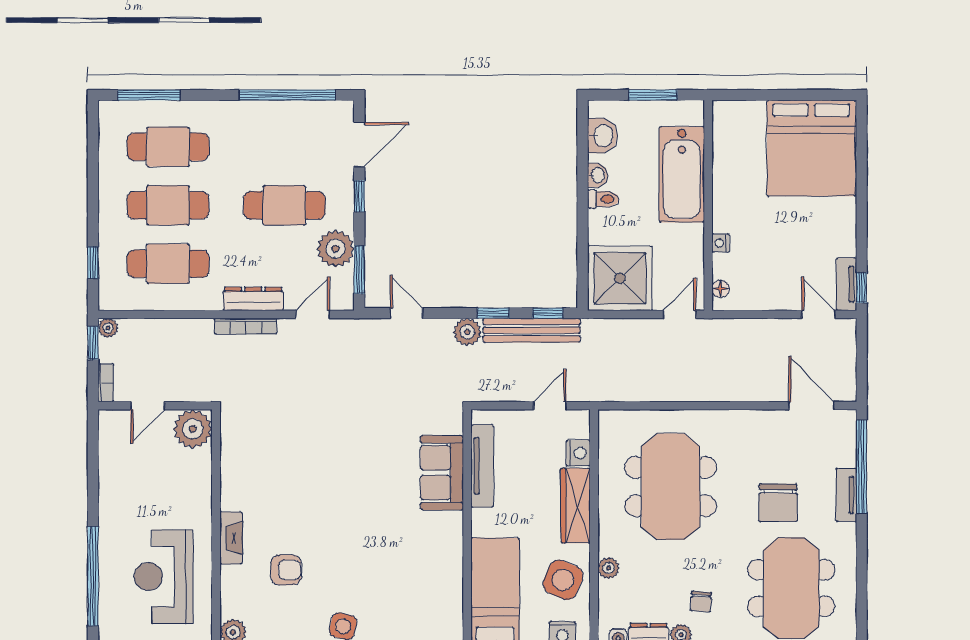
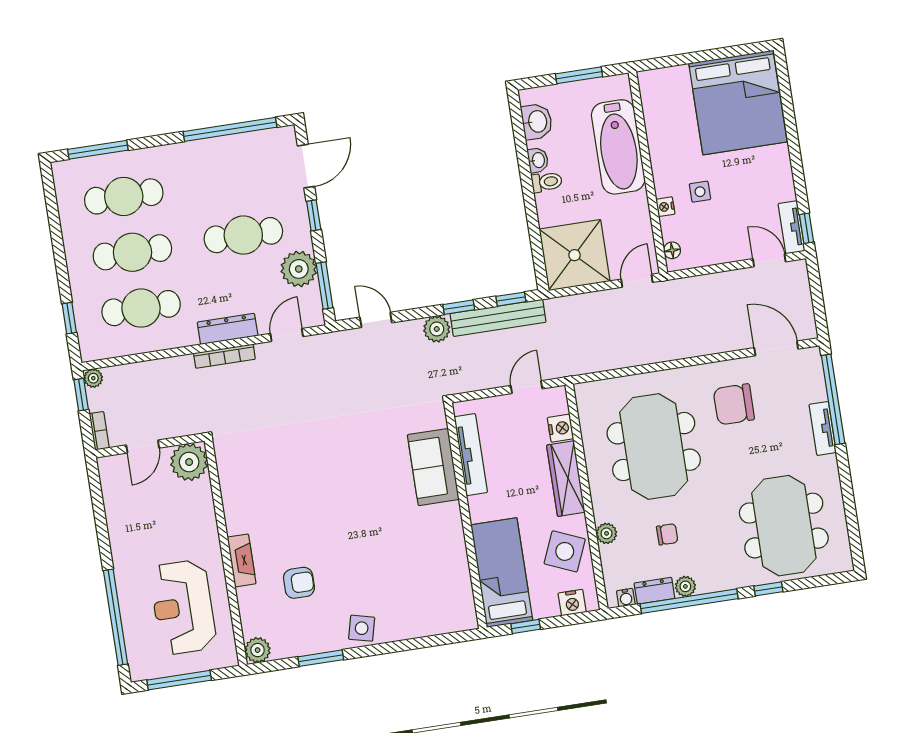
side table: (758, 233) -> (700, 192), added
chair: (778, 503) -> (734, 404), moved, turned 90
chair: (701, 602) -> (667, 534), moved, turned -94

